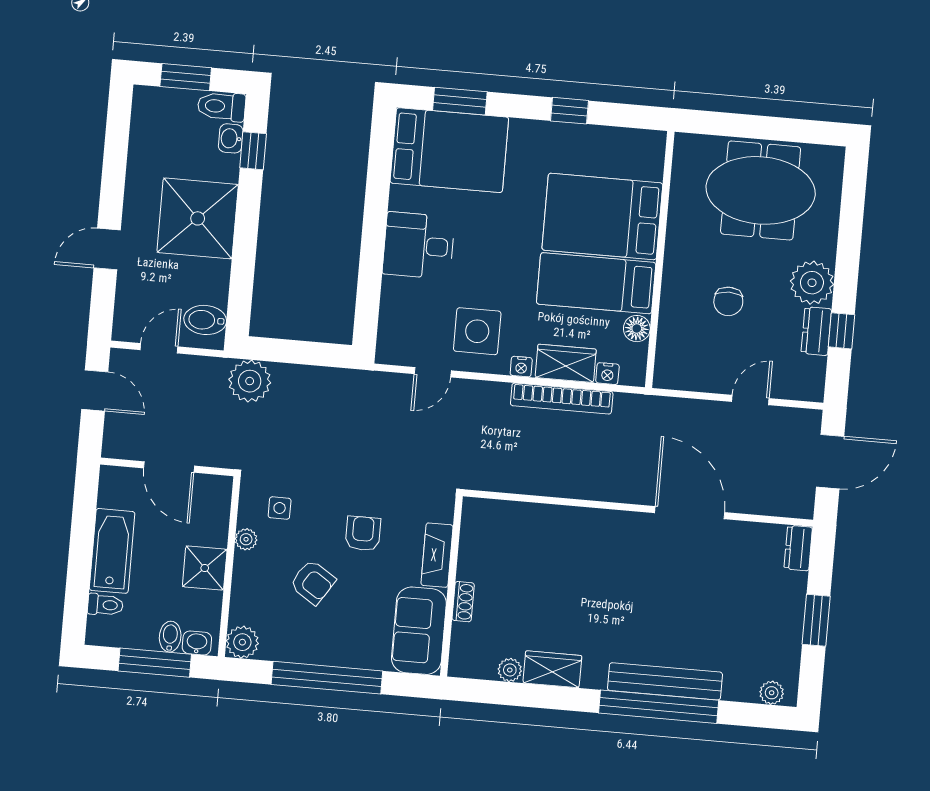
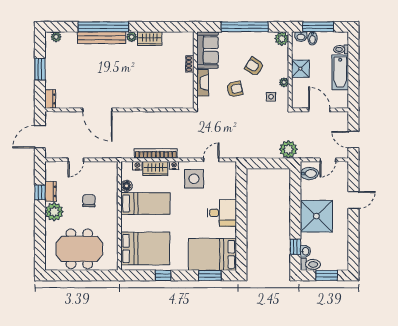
bed: (602, 216) -> (145, 248), moved
armchair: (363, 534) -> (235, 89), turned -103
plant: (510, 670) -> (132, 37), moved

